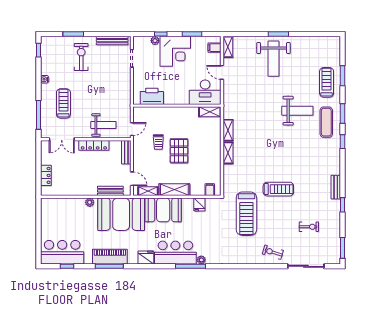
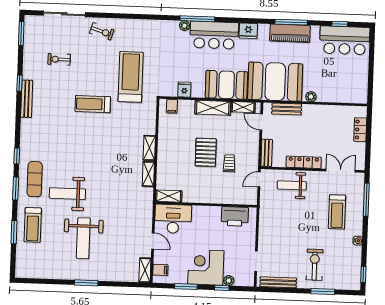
exercise bike: (81, 57) -> (315, 265), turned 180
weight bench: (273, 59) -> (83, 238), moved, turned 180
bench: (336, 187) -> (27, 99), width x1.36

